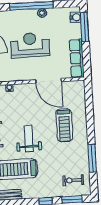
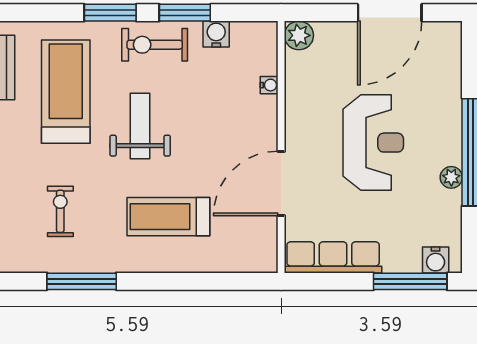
weight bench: (29, 139) -> (140, 126), turned -90
exercise bike: (73, 180) -> (60, 211), moved

